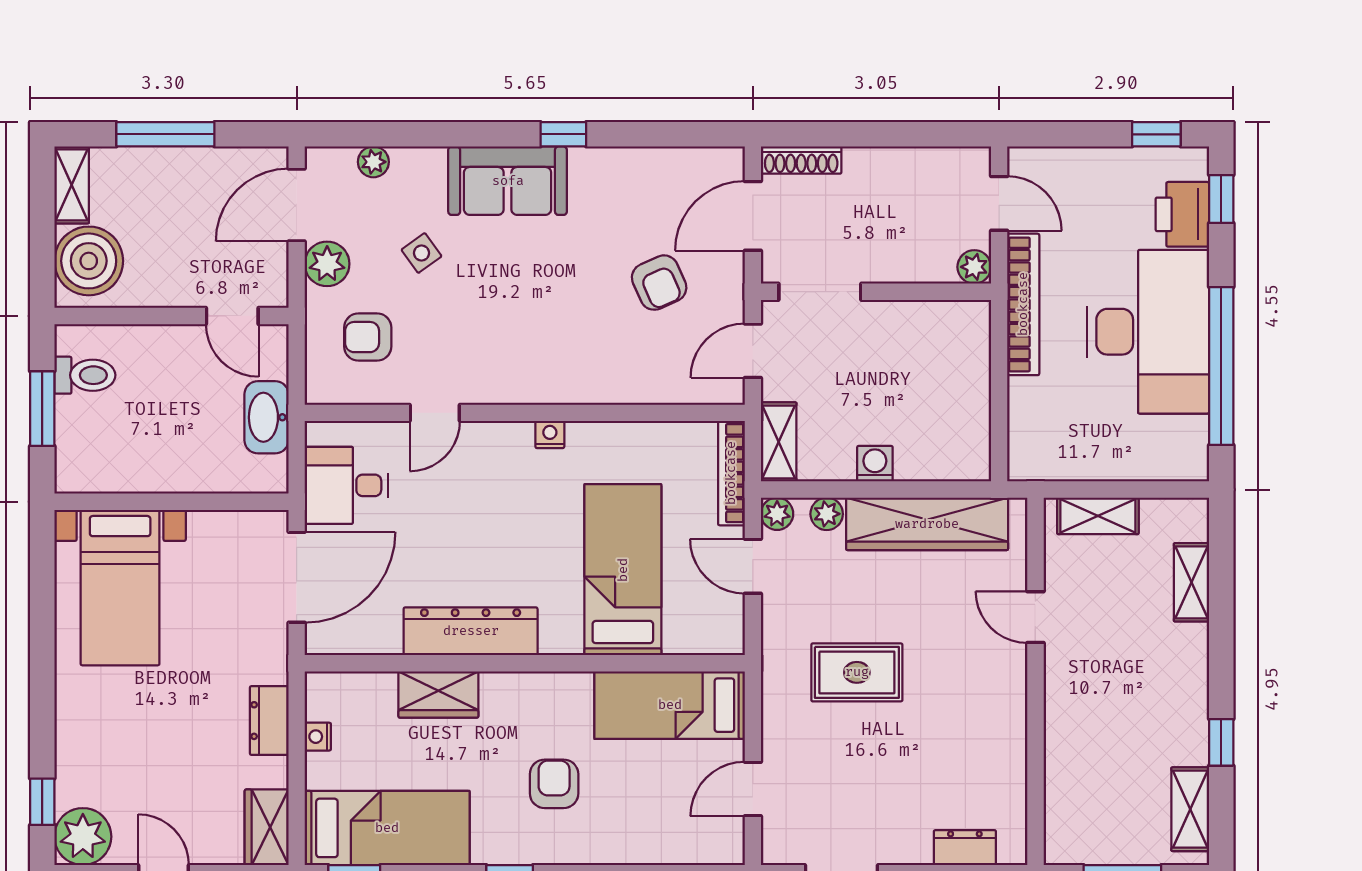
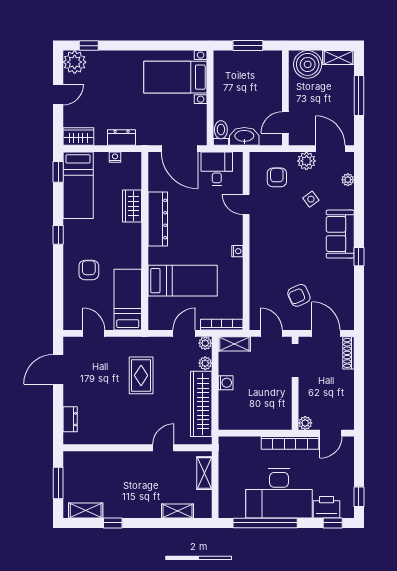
toilet: (85, 375) -> (221, 133), moved, turned 180
armchair: (554, 784) -> (89, 270), moved, turned -90

